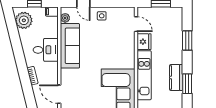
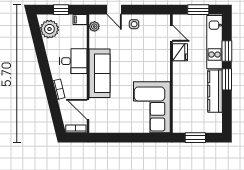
sofa: (70, 46) -> (100, 73), moved
kitchen unit: (144, 75) -> (214, 42), moved, turned 180
kitchen counter: (176, 77) -> (215, 91), width x1.50
window: (187, 84) -> (227, 79), moved

